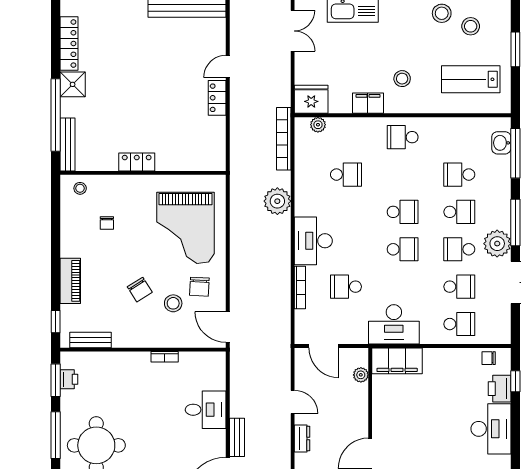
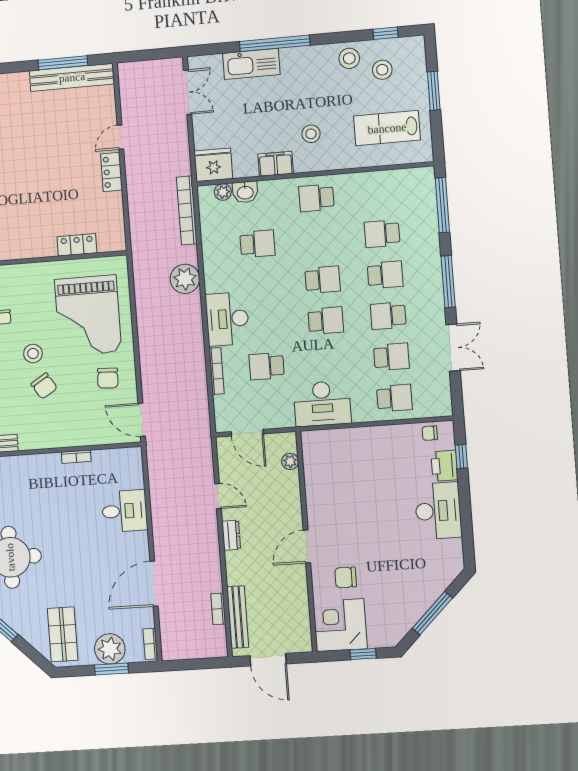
washbasin: (501, 143) -> (245, 192), moved, turned -90
locker: (137, 162) -> (77, 245), moved
plant: (497, 244) -> (430, 306), removed
stool: (173, 303) -> (33, 354), moved
filing cabinet: (397, 361) -> (329, 443), removed
bench: (237, 437) -> (160, 539), removed

